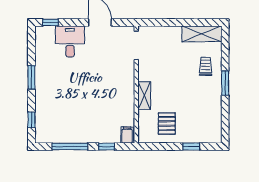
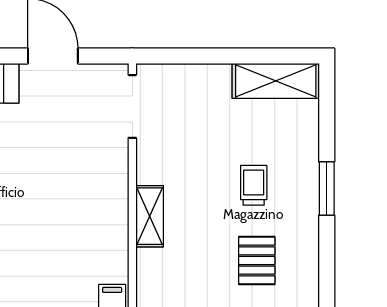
trolley: (206, 66) -> (254, 185), moved
pallet: (167, 124) -> (257, 261), moved

